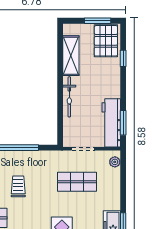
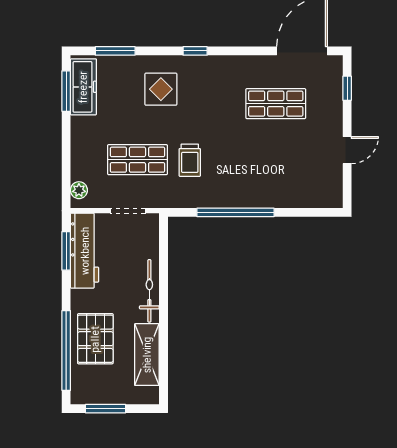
pallet: (106, 41) -> (95, 339), moved
window: (123, 58) -> (66, 350), width x3.17
trolley: (18, 186) -> (190, 160), moved

